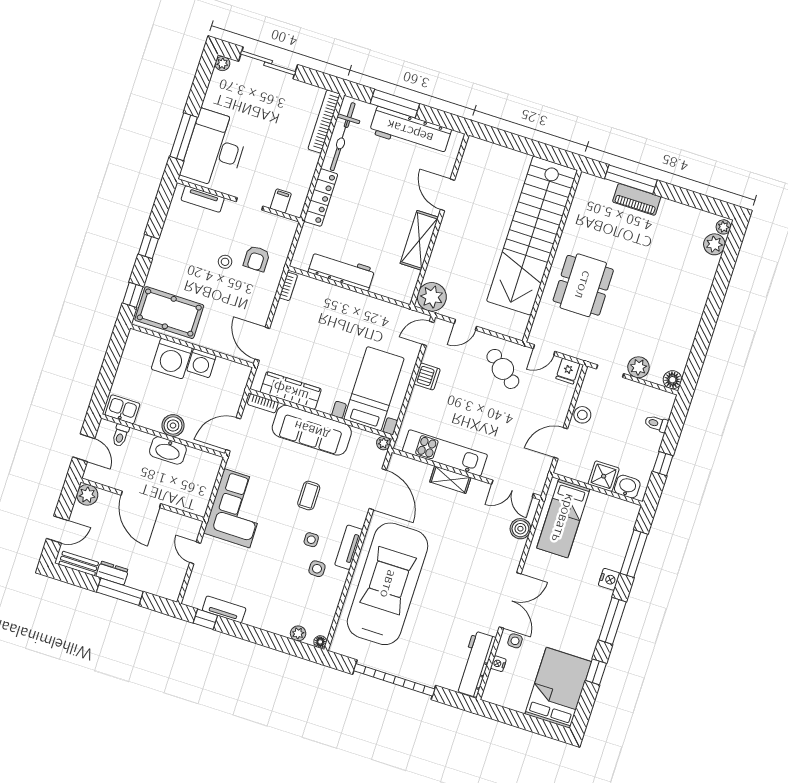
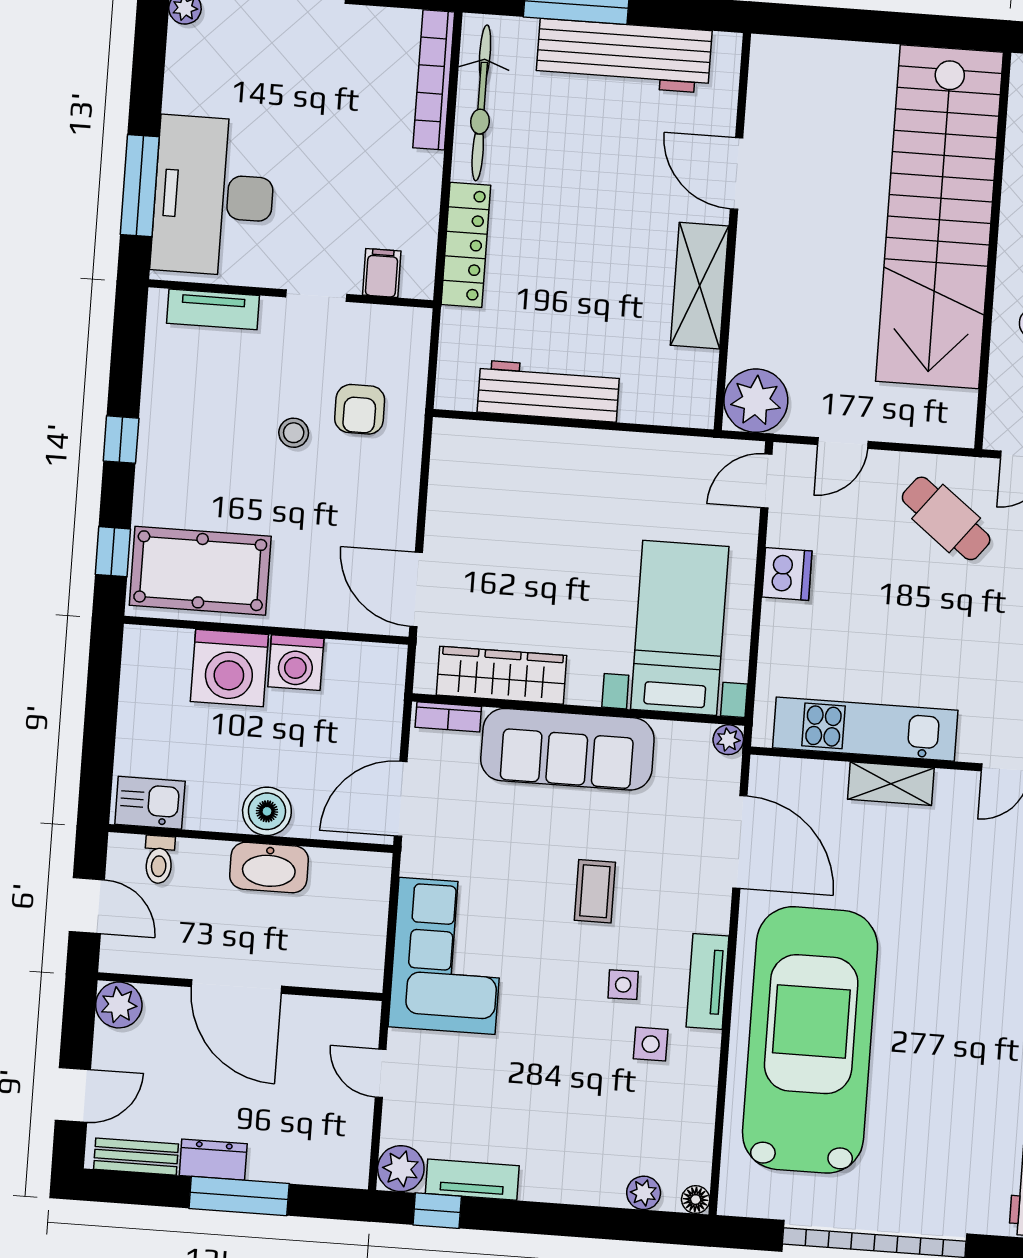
bookcase: (288, 286) -> (442, 453), removed
plant: (194, 597) -> (401, 1169), added

